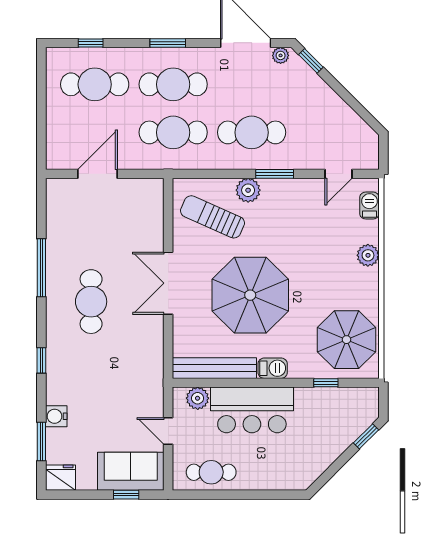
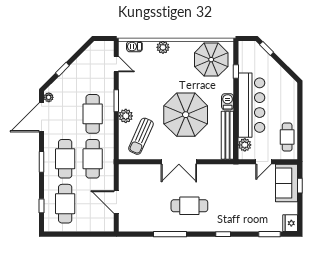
window: (311, 61) -> (62, 69), moved
bar counter: (252, 410) -> (251, 105), width x1.36
water cooler: (56, 416) -> (255, 226), removed

